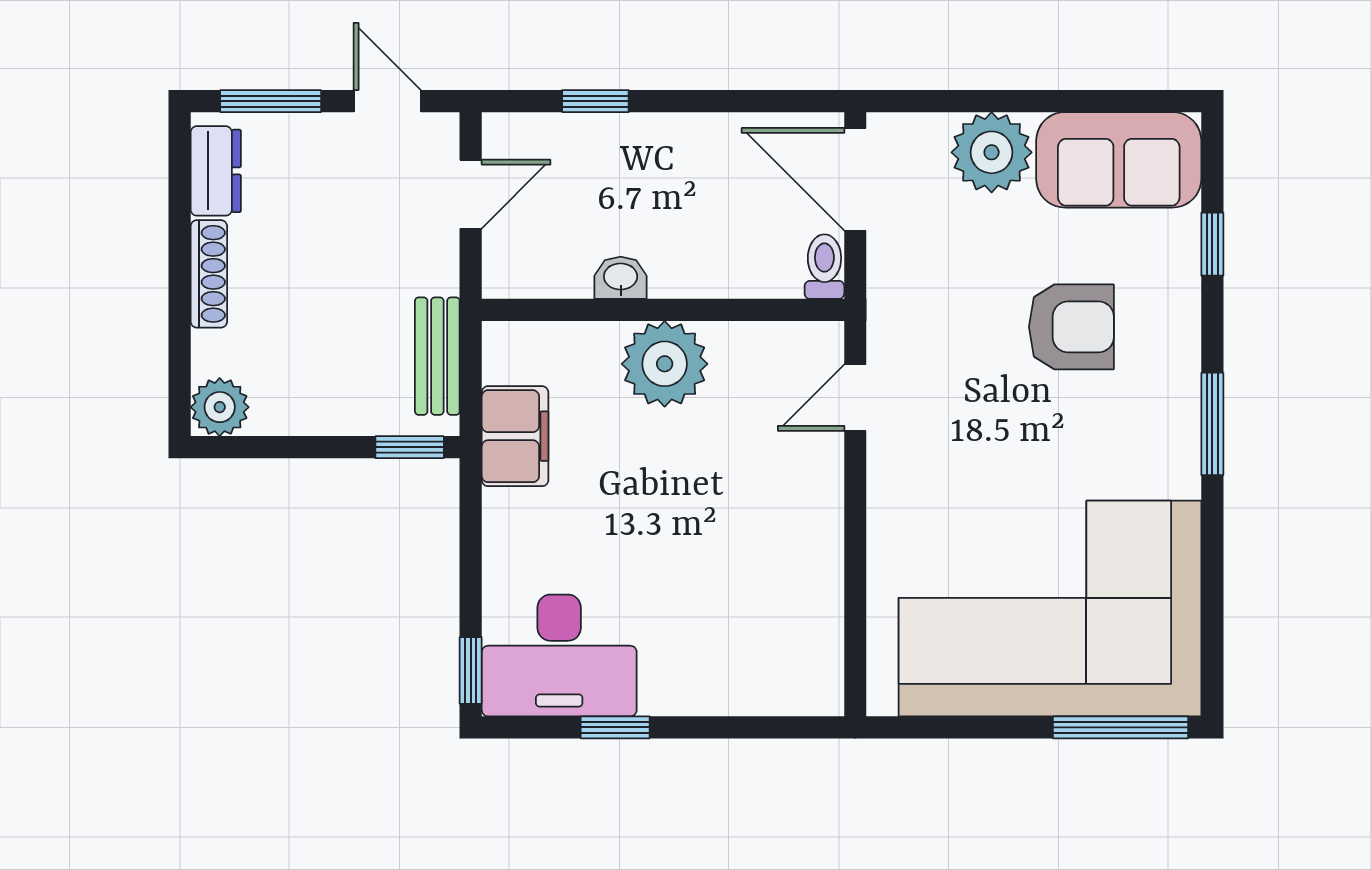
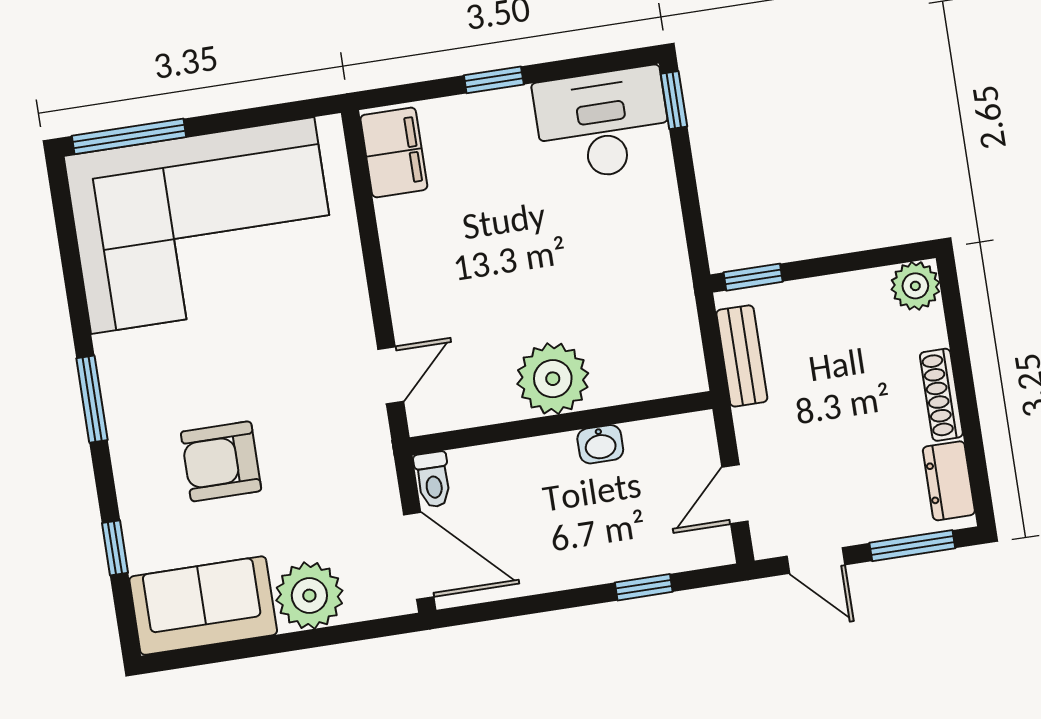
filing cabinet: (515, 436) -> (394, 152), moved, turned 180
window: (615, 727) -> (494, 80), moved

